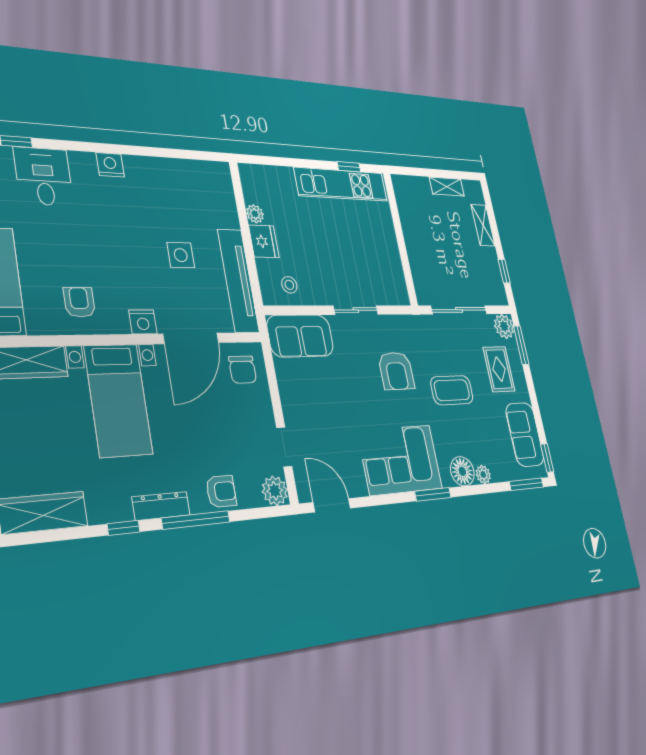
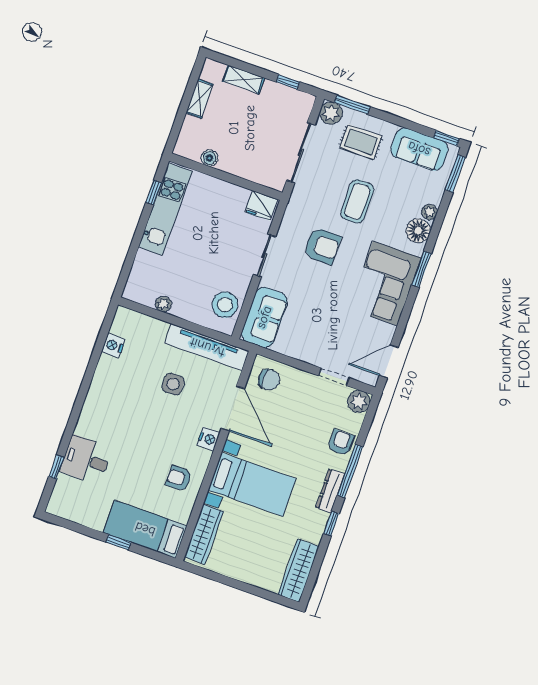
nightstand: (110, 165) -> (113, 345), moved
boiler: (407, 215) -> (209, 158), added
fridge: (264, 241) -> (261, 206), moved, turned 180
stool: (289, 285) -> (225, 305), width x1.89, depth x1.89

